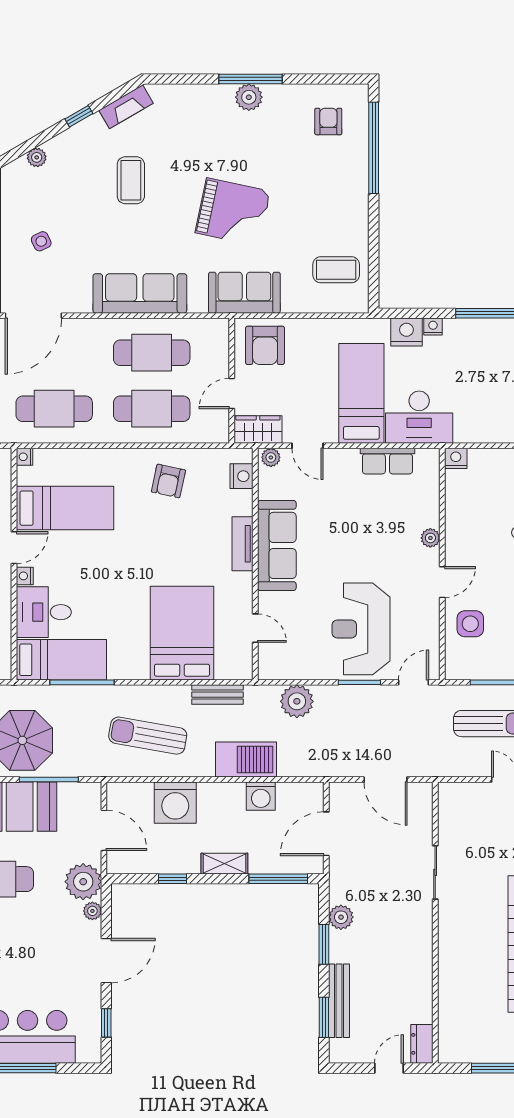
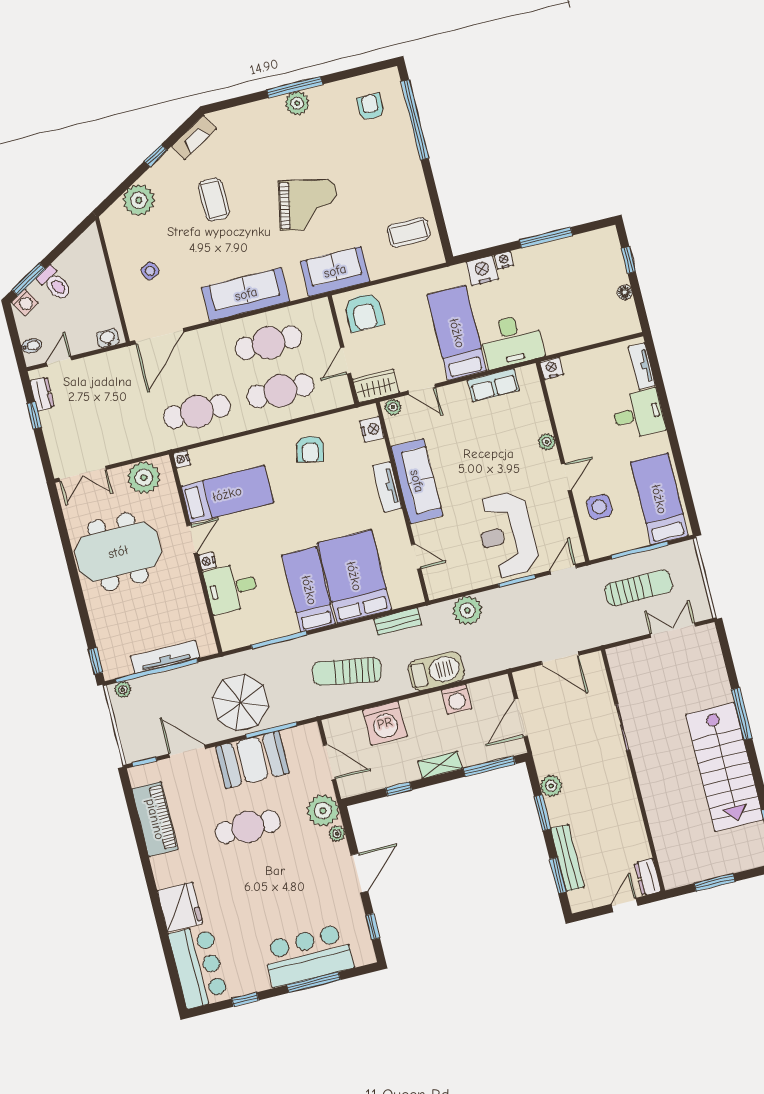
plant: (37, 157) -> (139, 200), width x1.88, depth x1.88
bed: (61, 660) -> (309, 590), moved, turned -90

